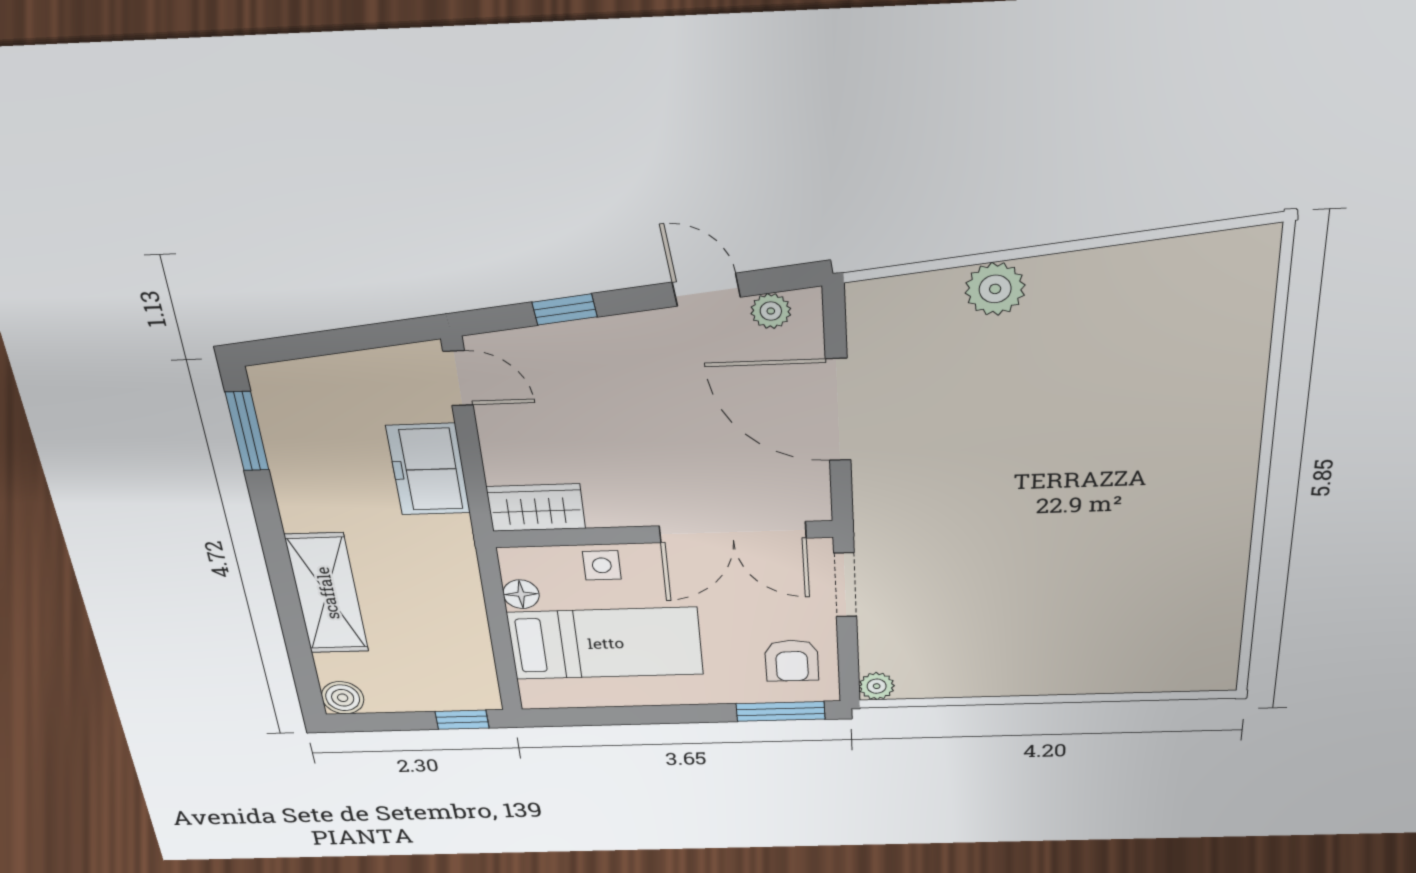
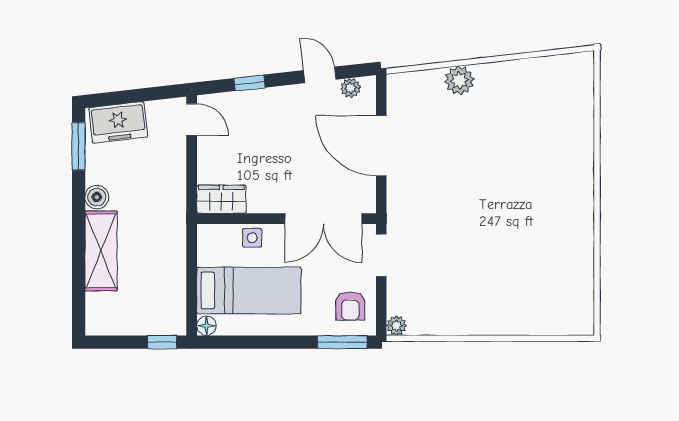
freezer: (428, 469) -> (118, 122), moved, turned -96
floor lamp: (521, 594) -> (206, 326), moved
boiler: (343, 698) -> (97, 197), moved

